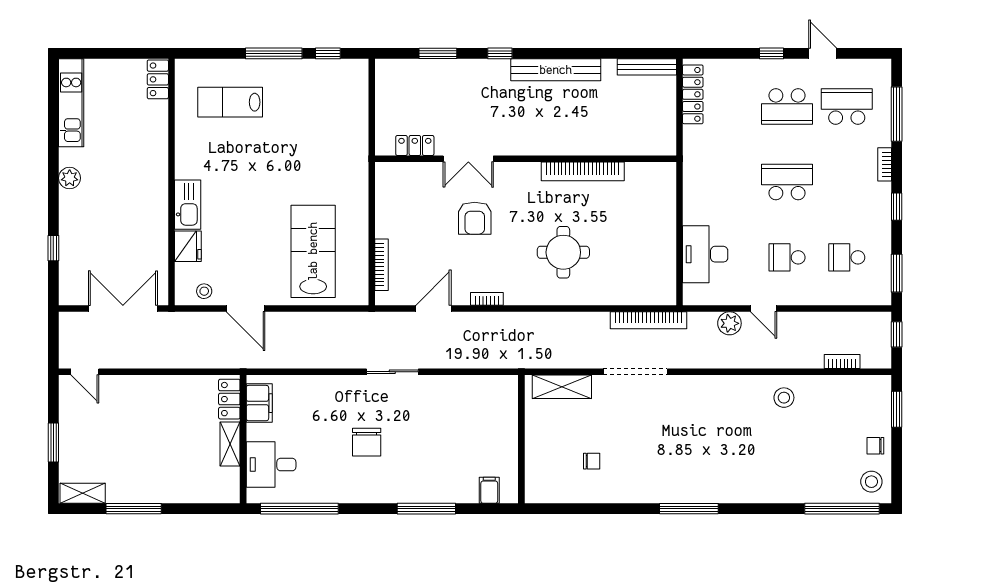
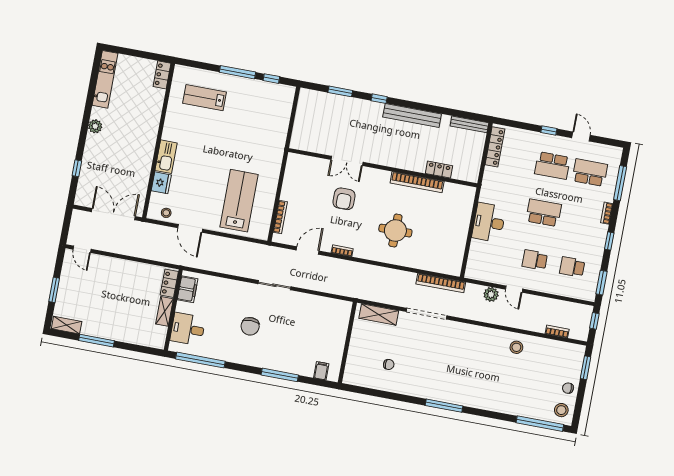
locker: (415, 146) -> (439, 170), moved
desk: (705, 254) -> (489, 222), moved

